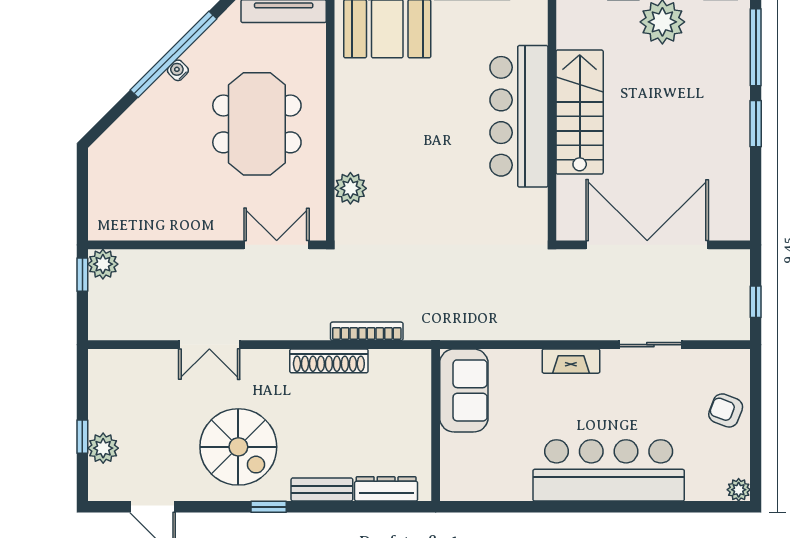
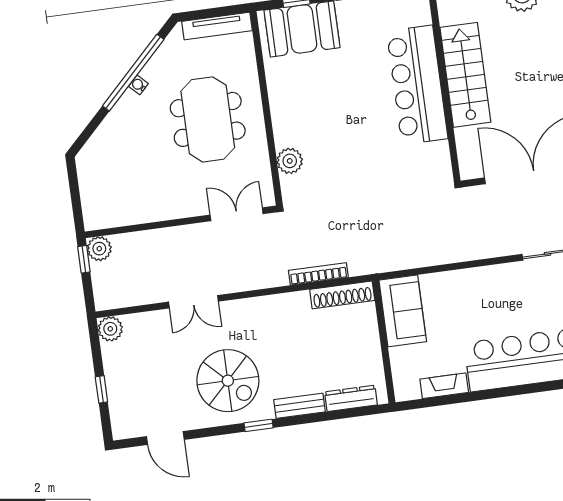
shoe rack: (329, 361) -> (342, 295), moved
fireplace: (571, 361) -> (444, 386), moved, turned 180
plant: (103, 448) -> (110, 329), moved

